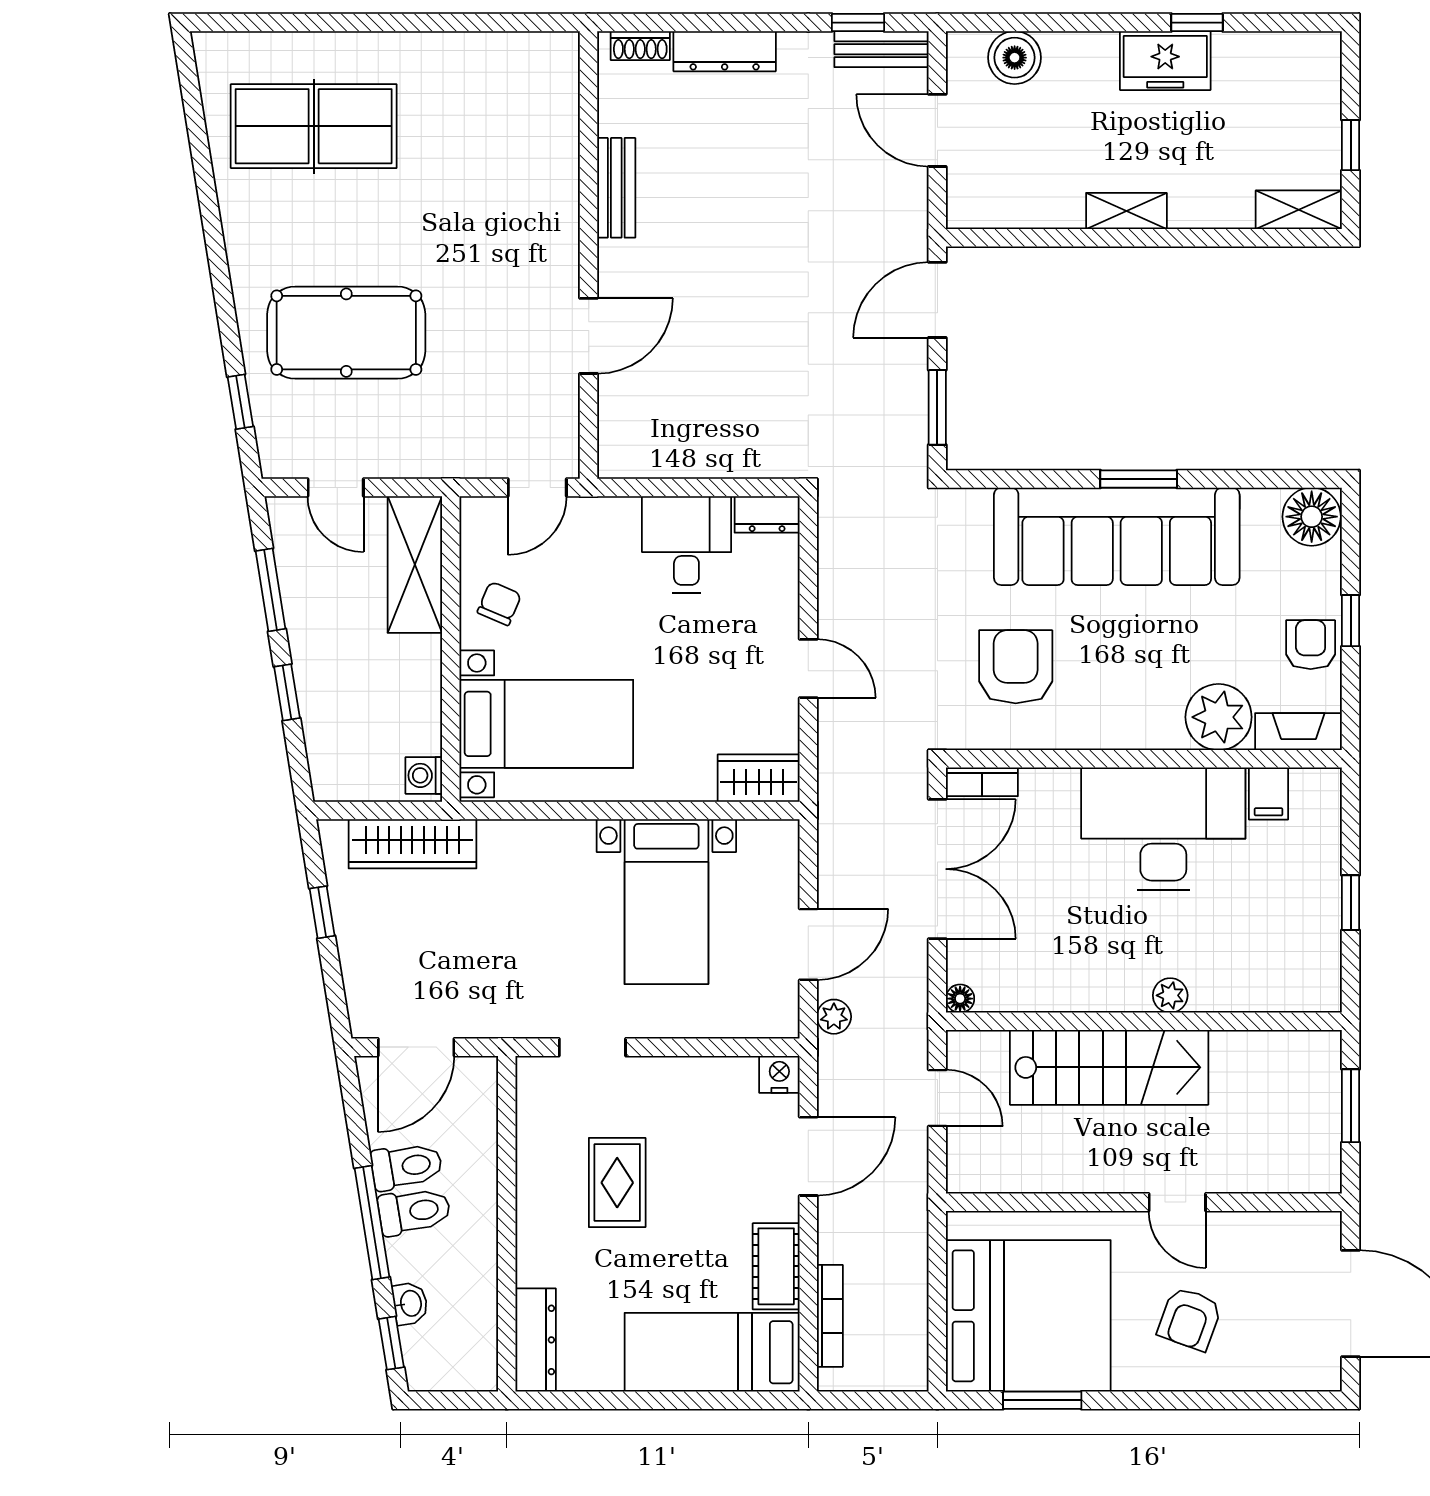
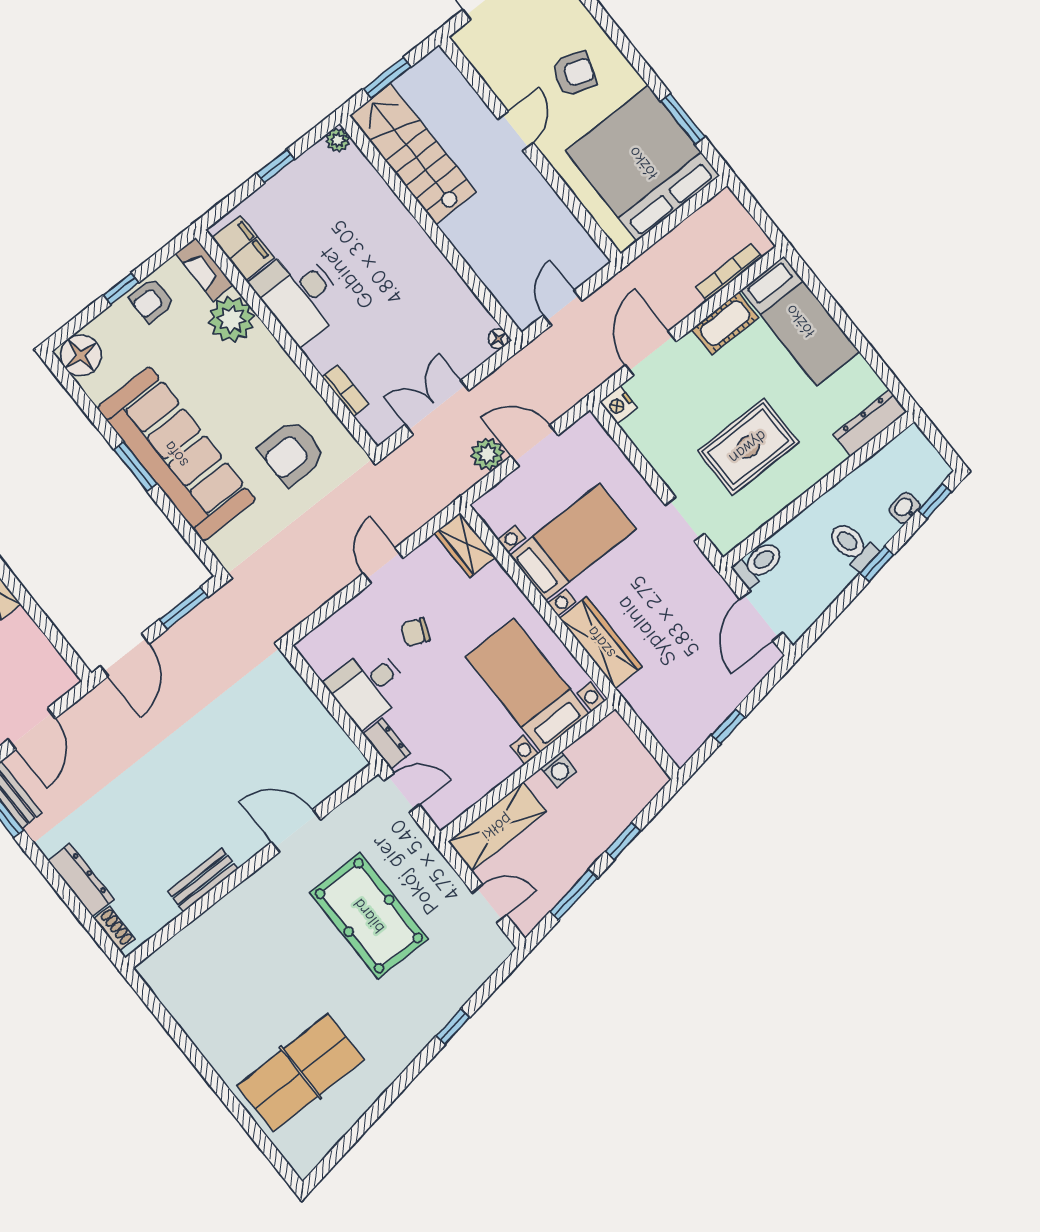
table tennis table: (314, 126) -> (301, 1073), turned 90
door: (937, 300) -> (125, 655), hinge flipped
pool table: (346, 333) -> (369, 916), moved
window: (240, 402) -> (453, 1027), moved
door: (336, 488) -> (489, 904), hinge flipped
dresser: (767, 514) -> (387, 744), moved
chair: (499, 604) -> (415, 632), moved
washing machine: (424, 775) -> (559, 770), moved
bookcase: (982, 782) -> (346, 390), moved
filing cabinet: (1269, 794) -> (243, 248), width x2.00
desk: (1163, 829) -> (299, 295), width x0.73, depth x0.77
wardrobe: (412, 844) -> (601, 642), moved
double door: (937, 869) -> (437, 408), width x0.73
plant: (1170, 995) -> (338, 140), moved
plant: (834, 1017) -> (488, 454), moved, width x1.38, depth x1.38
door: (416, 1047) -> (761, 616), swing flipped
stairs: (1109, 1067) -> (413, 154), moved
door: (808, 1156) -> (651, 353), hinge flipped
toilet: (407, 1166) -> (759, 564), moved, turned 99
rug: (617, 1183) -> (748, 447), width x1.36, depth x1.43
window: (372, 1223) -> (877, 564), width x0.46

